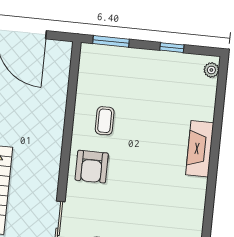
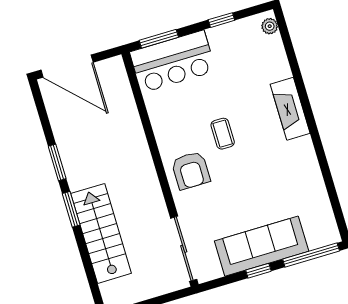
bar counter: (115, 66) -> (173, 61), added
coffee table: (105, 121) -> (223, 134), moved

